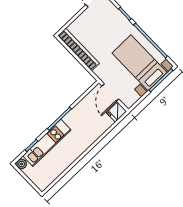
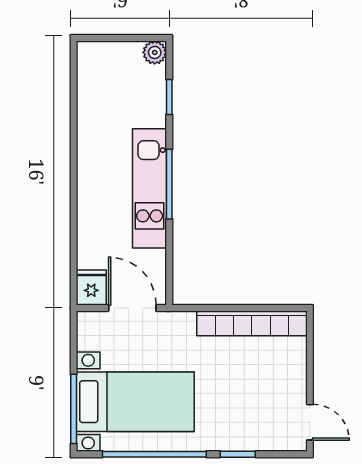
kitchen unit: (47, 143) -> (150, 188), moved

